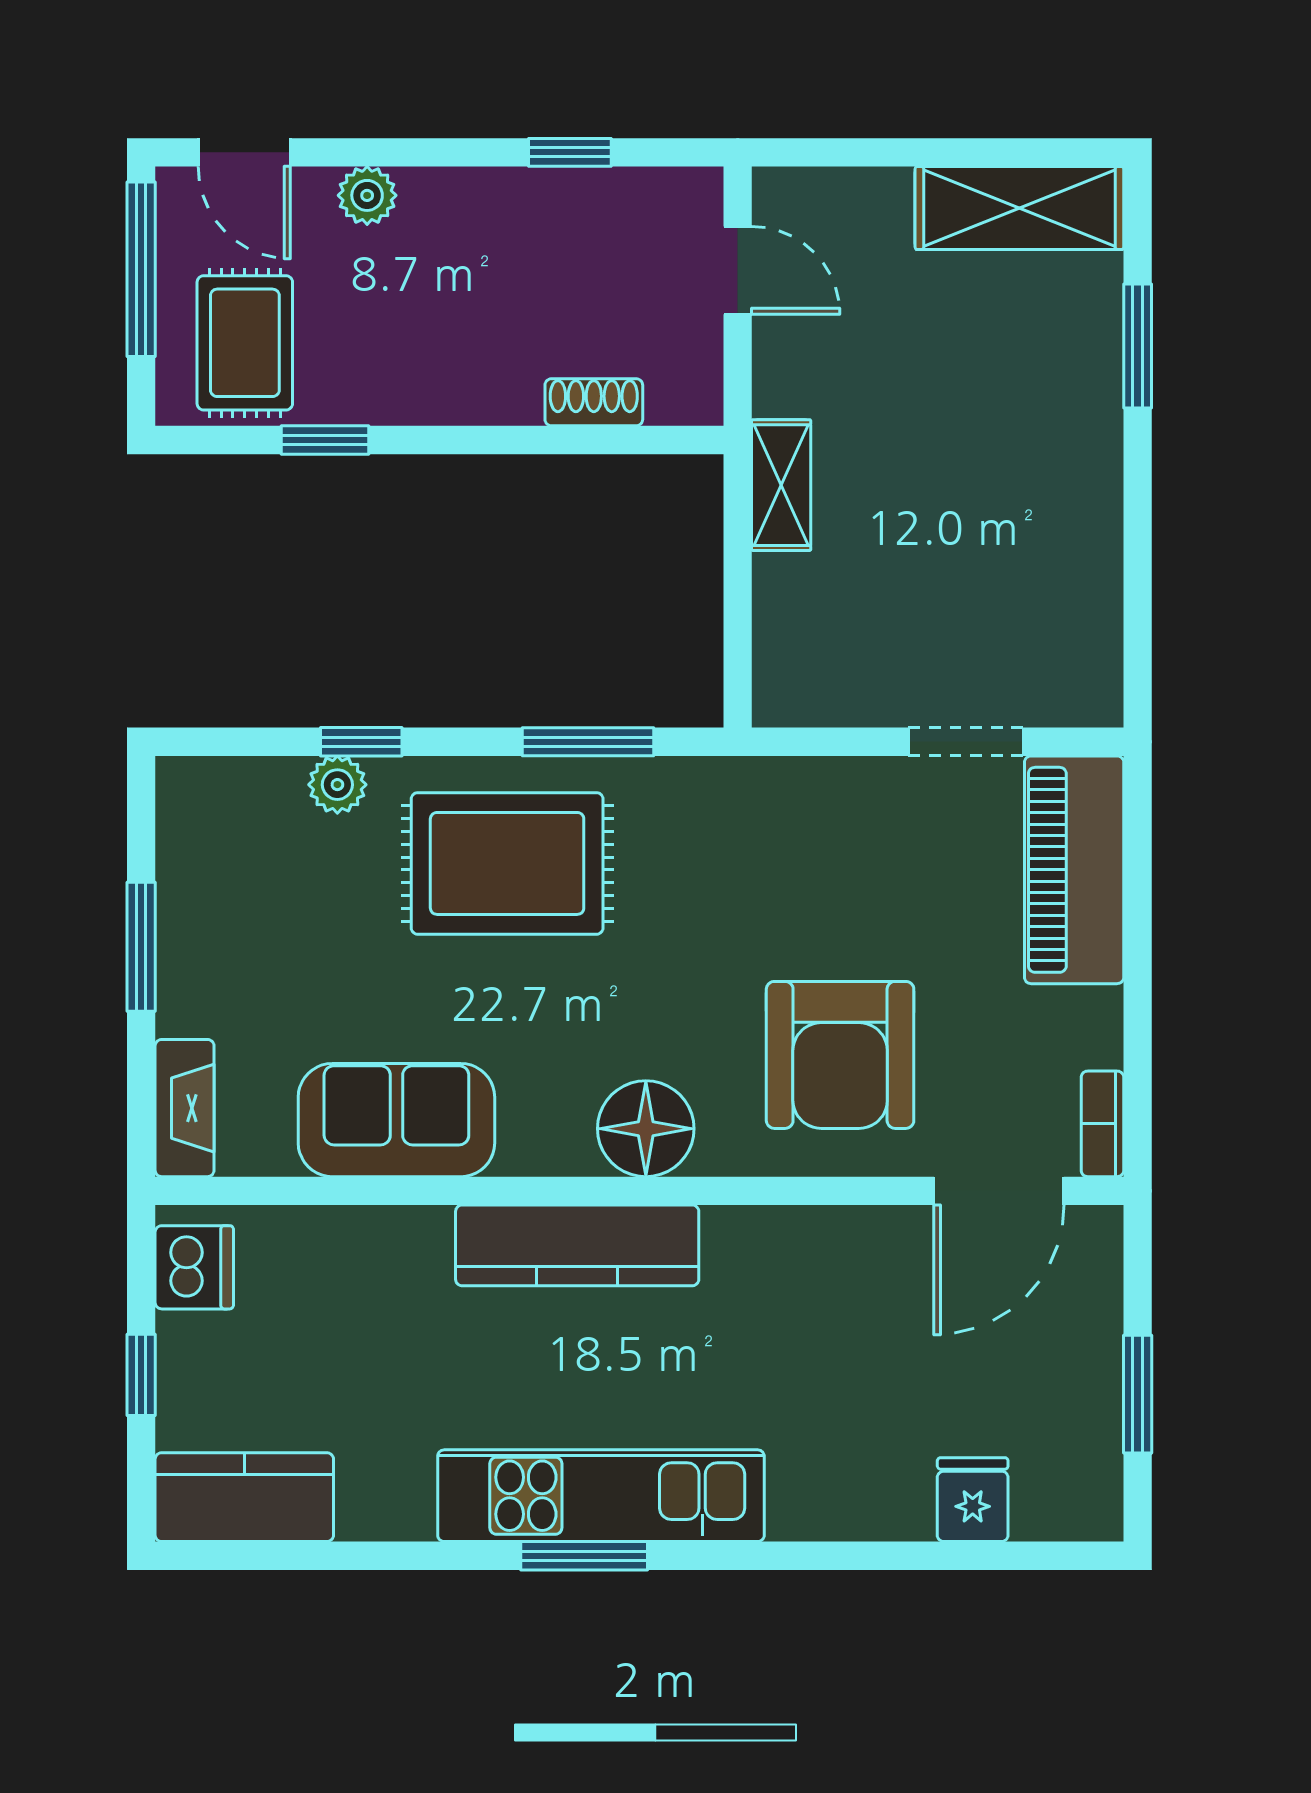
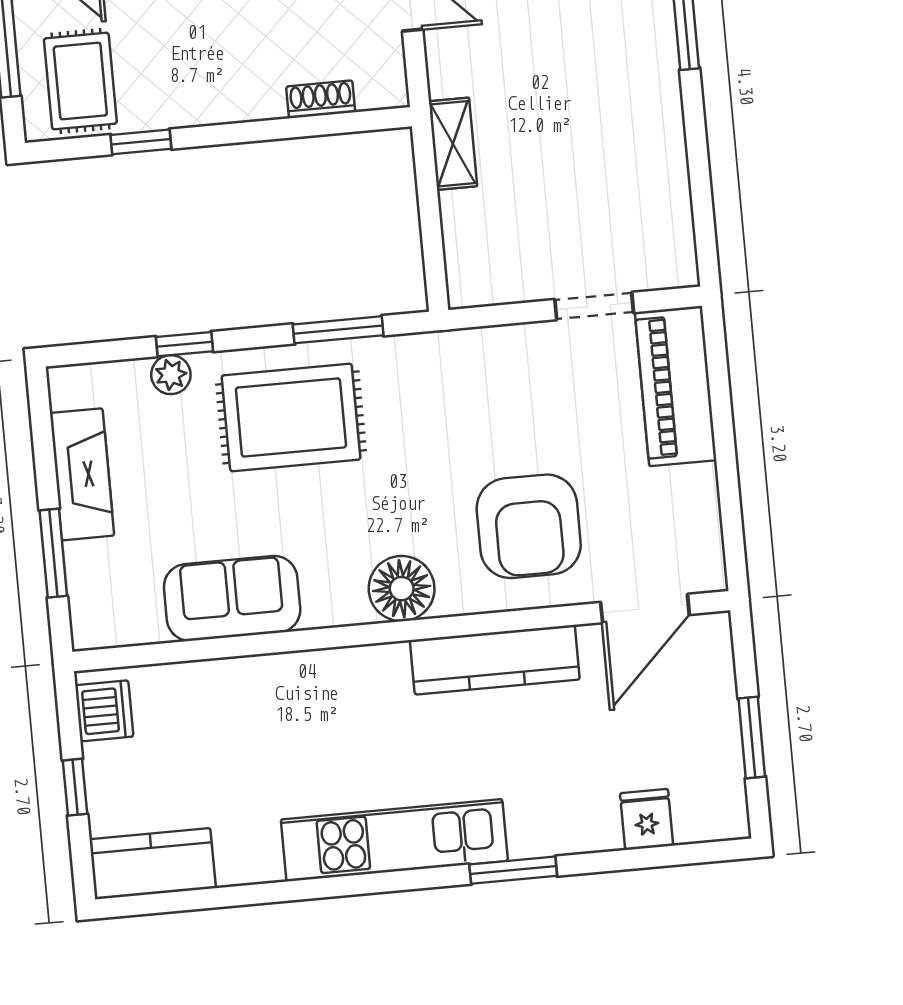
window: (141, 947) -> (53, 553), moved
fireplace: (185, 1108) -> (82, 474), moved, width x1.37, depth x1.32
bookcase: (1102, 1124) -> (711, 557), removed
kitchen counter: (577, 1245) -> (495, 660), moved
window: (584, 1556) -> (513, 870), moved

